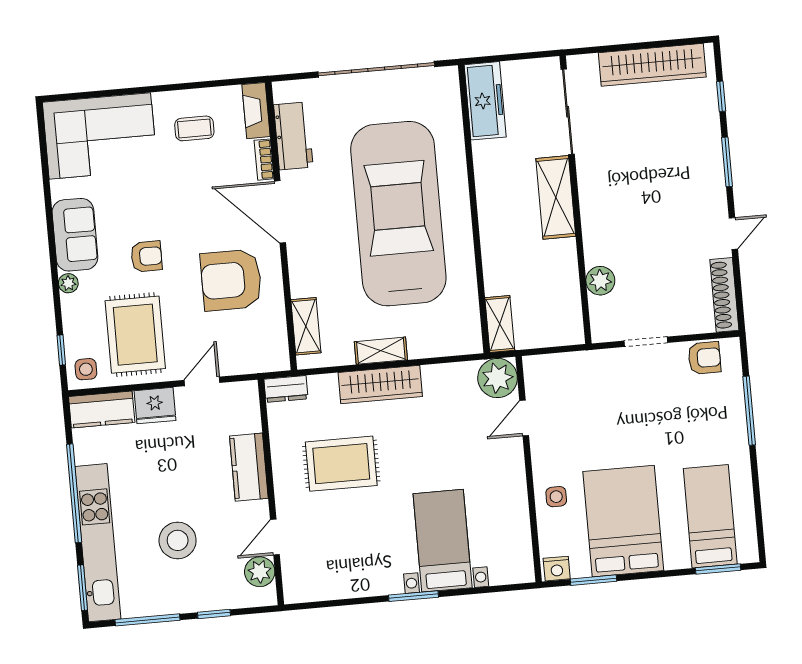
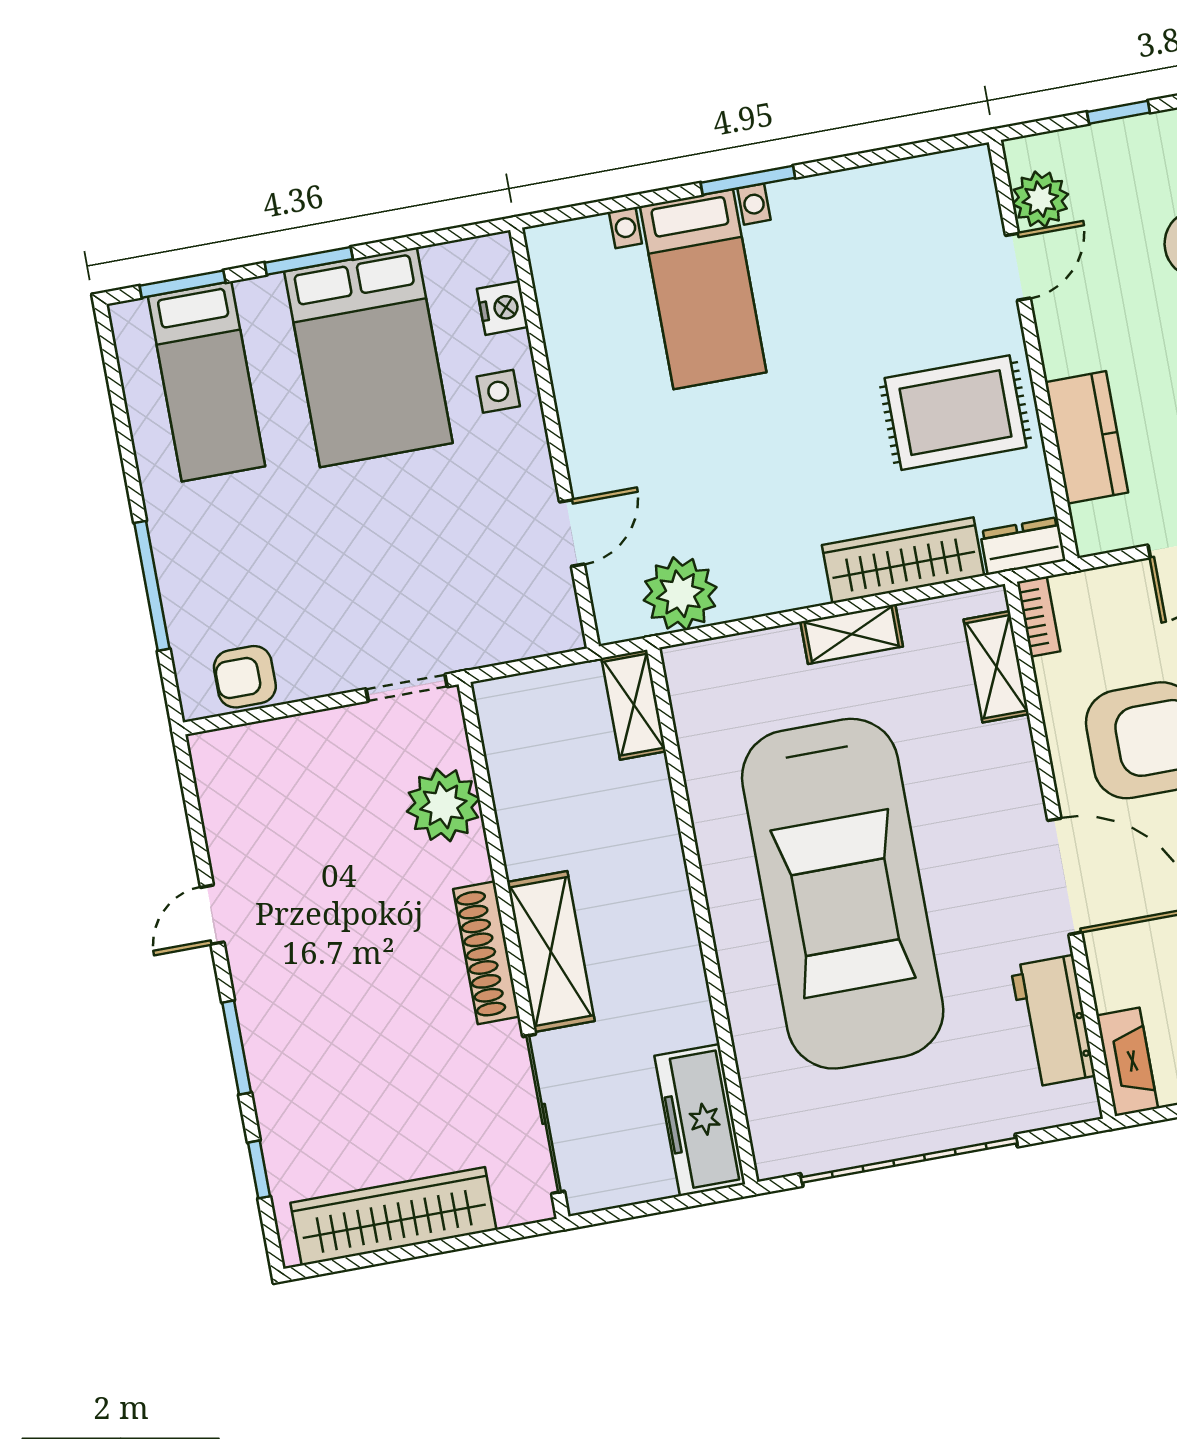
bookcase: (264, 160) -> (1039, 617), moved
plant: (600, 281) -> (443, 805), width x1.36, depth x1.36
shoe rack: (724, 295) -> (486, 953), moved, turned 180
doorway: (646, 342) -> (407, 688), moved
plant: (498, 378) -> (680, 594), moved
wardrobe: (380, 385) -> (903, 560), moved
rug: (341, 464) -> (956, 413), moved
kitchen counter: (249, 467) -> (1087, 437), moved
nightstand: (557, 569) -> (503, 308), moved, turned 90
window: (593, 580) -> (309, 261), moved

